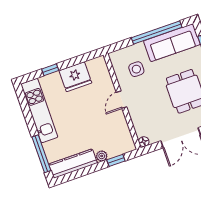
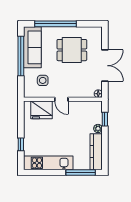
fridge: (75, 77) -> (41, 110), moved, turned 90

